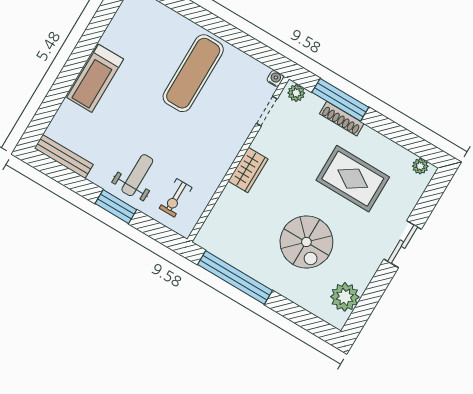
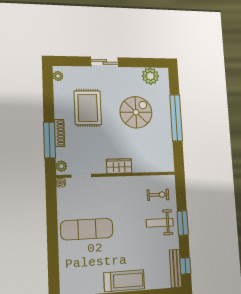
window: (58, 172) -> (185, 266), added
window: (235, 278) -> (176, 118), moved

